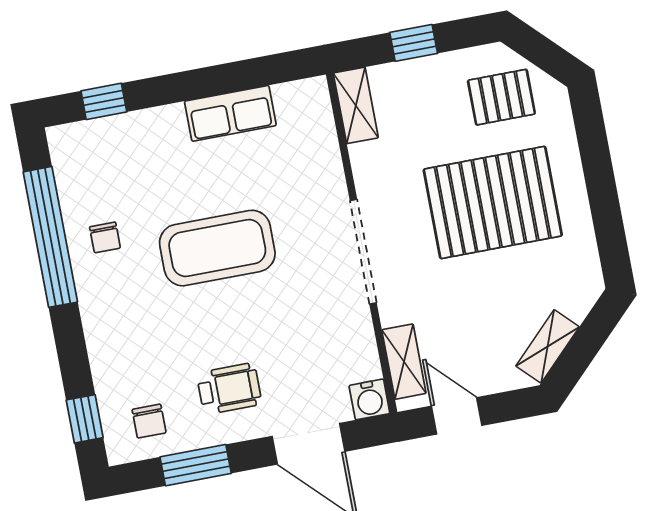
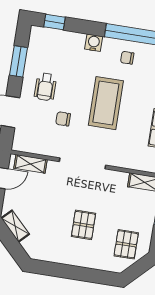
pallet: (493, 202) -> (83, 225), width x0.49, depth x0.50
water cooler: (369, 399) -> (94, 43), moved, turned 90
chair: (149, 421) -> (63, 119), moved

